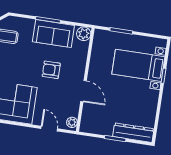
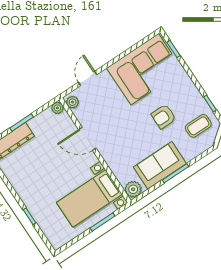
bed with nightstands: (138, 65) -> (89, 198), moved, turned 180
armchair: (51, 70) -> (164, 117), moved, turned 180
plant: (85, 127) -> (57, 108), added
door: (49, 129) -> (88, 78), swing flipped

